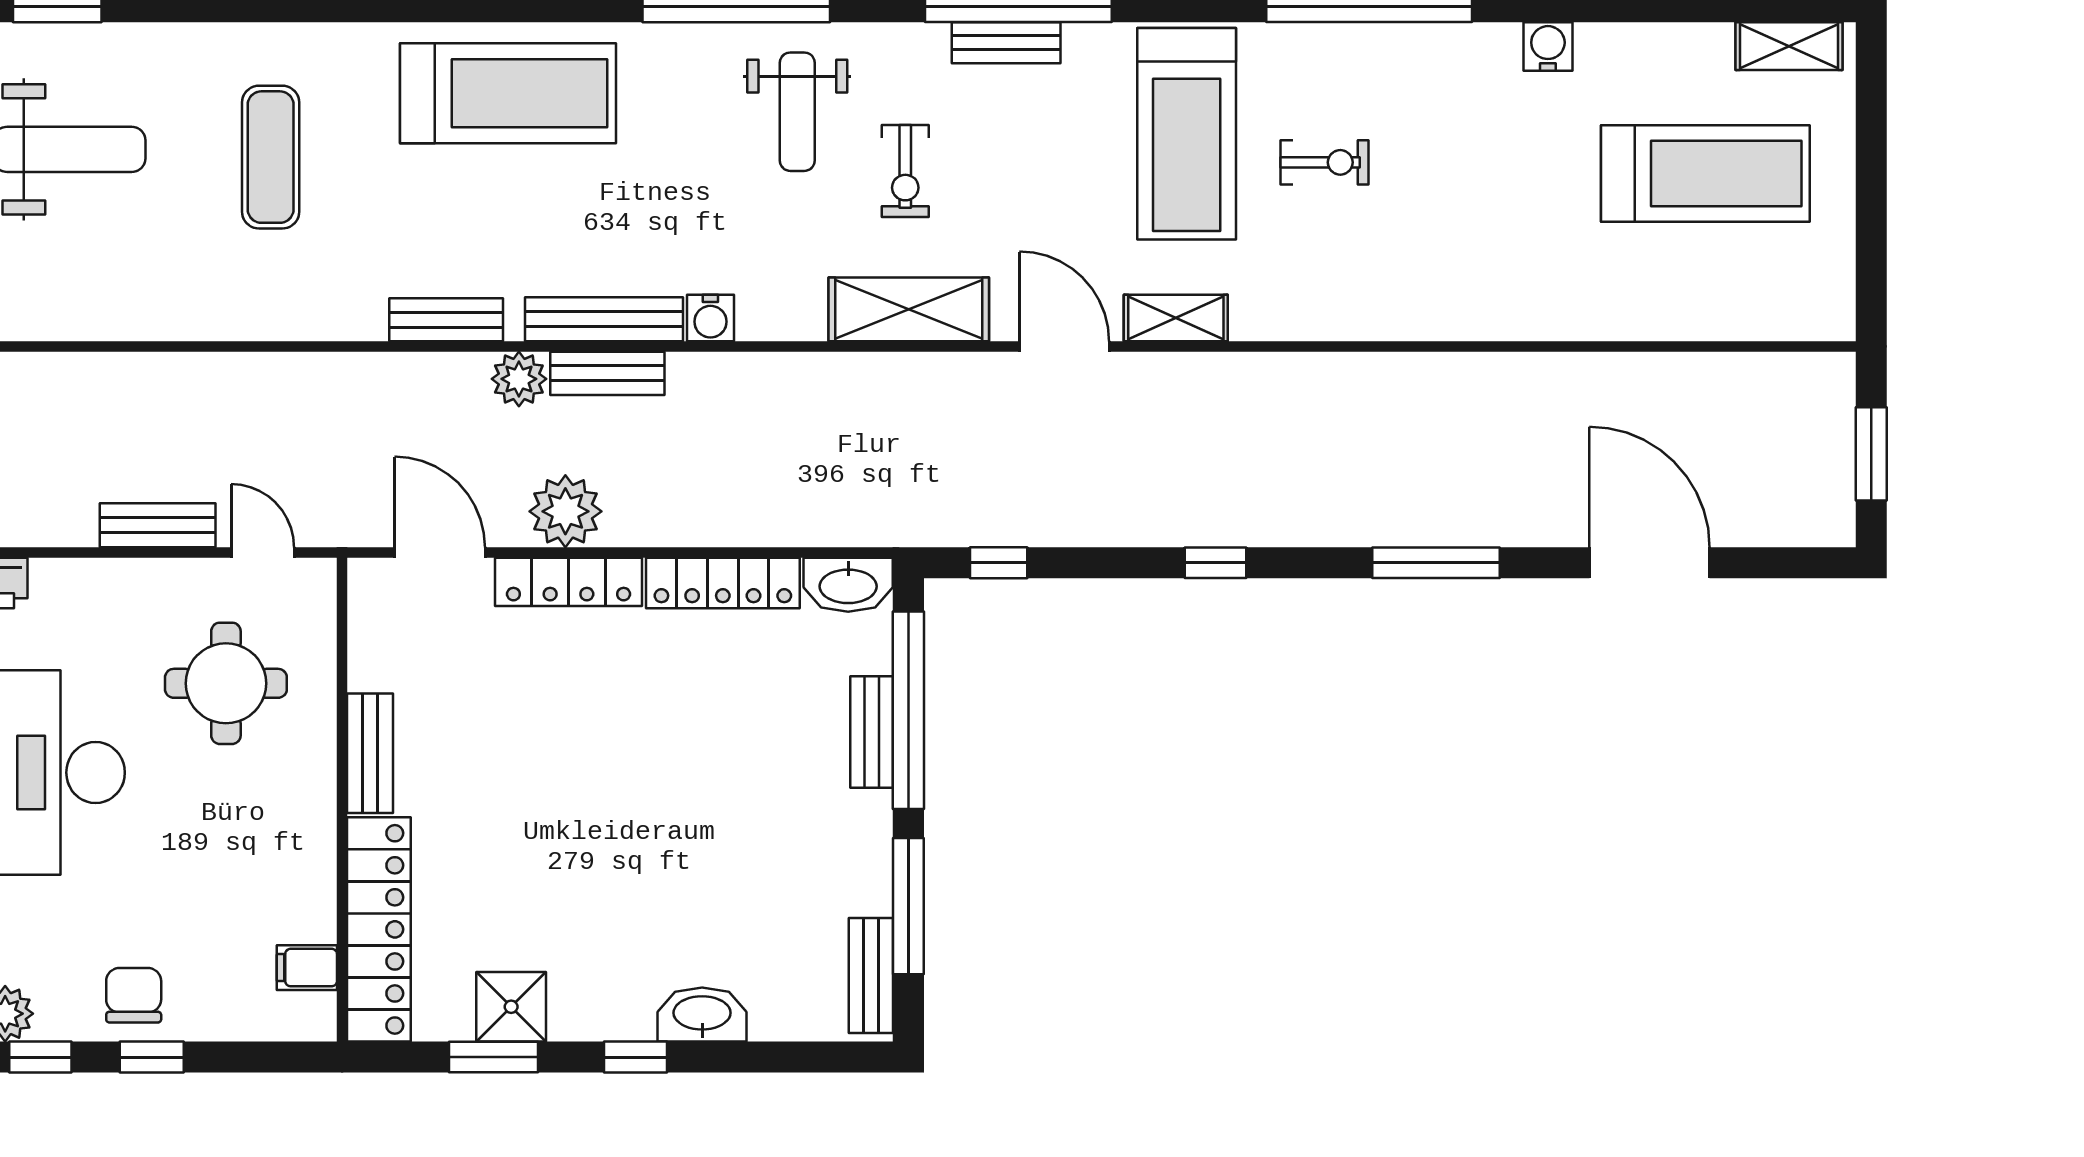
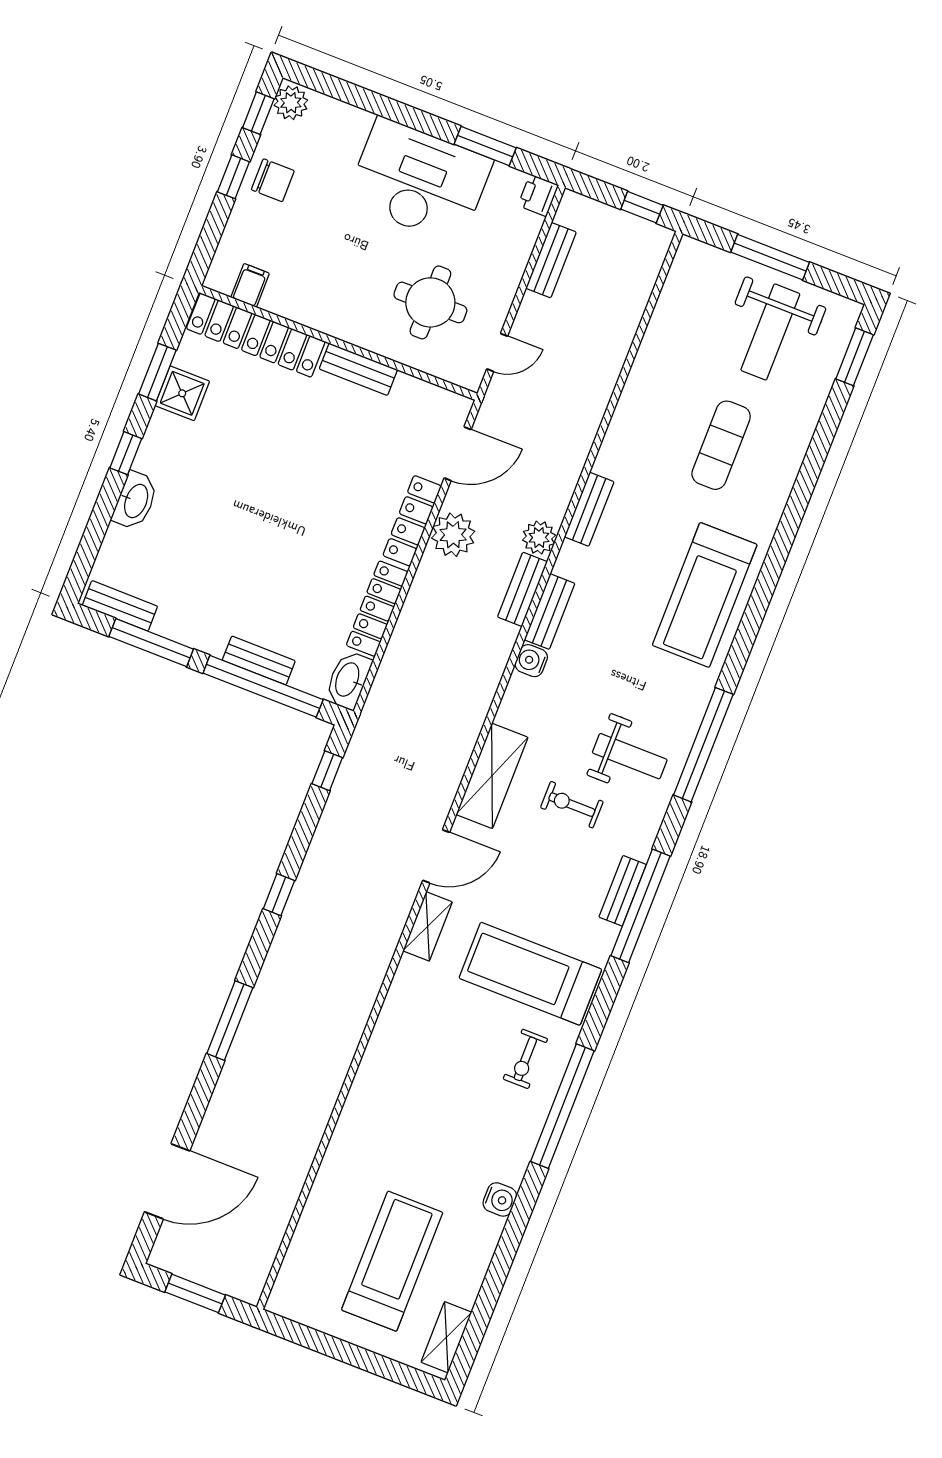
weight bench: (797, 112) -> (630, 756), turned 180
exercise mat: (271, 157) -> (721, 445), turned 90
exercise bike: (1324, 162) -> (525, 1059), moved
treadmill: (1705, 173) -> (392, 1261), turned 180
bench: (604, 319) -> (550, 612), width x0.73
bench: (158, 525) -> (551, 260), moved
door: (1650, 563) -> (167, 1181), moved

